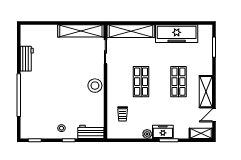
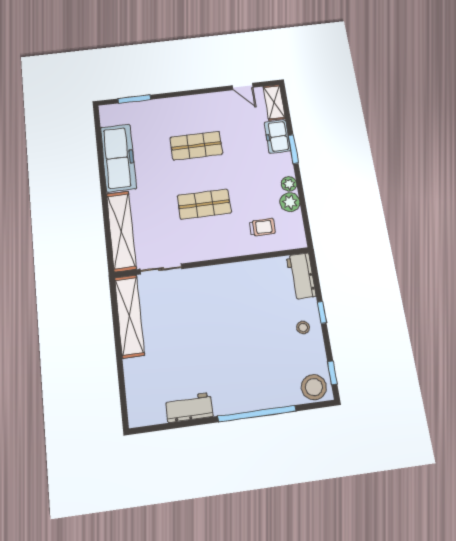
stool: (95, 86) -> (314, 387), moved
shelving: (206, 92) -> (207, 103), removed
freezer: (163, 132) -> (277, 136), moved
plant: (136, 133) -> (290, 202), added

